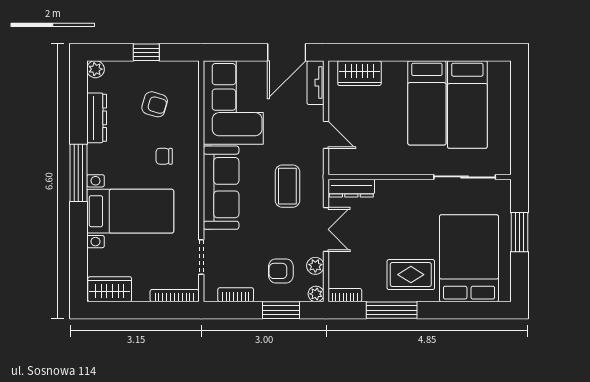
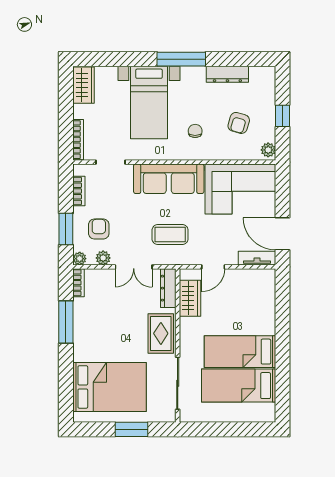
plant: (96, 69) -> (268, 150), moved
wardrobe: (359, 73) -> (190, 298), moved, turned 180
rug: (411, 275) -> (161, 333), moved

